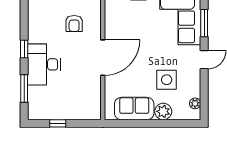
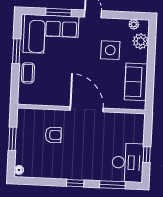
desk: (44, 64) -> (128, 163), moved, turned -90
plant: (163, 111) -> (141, 41), moved

